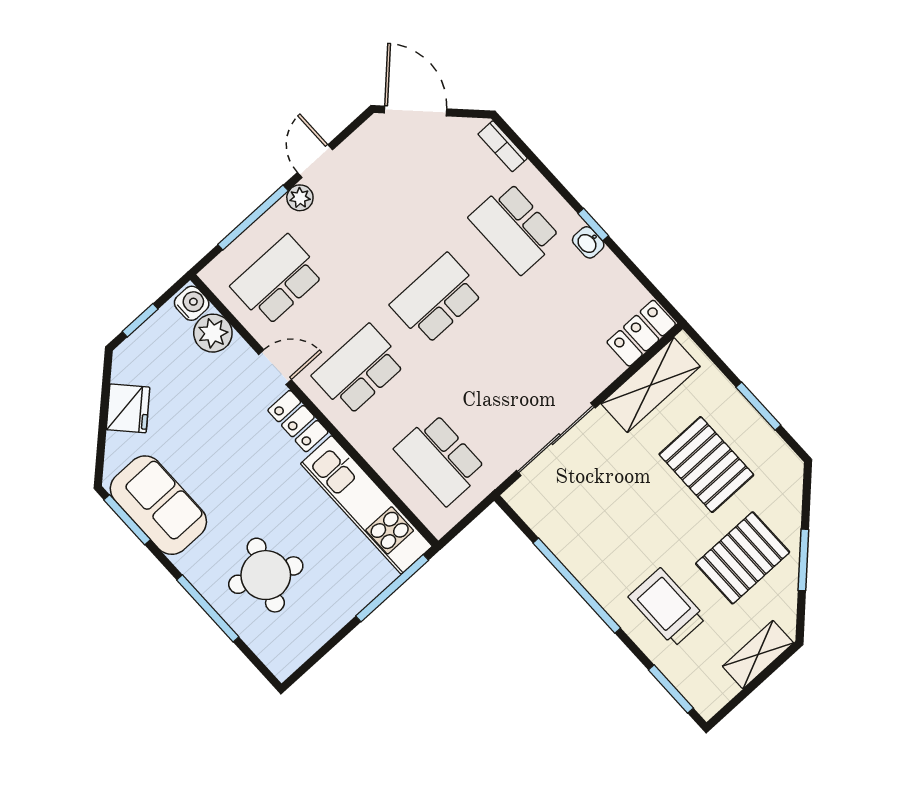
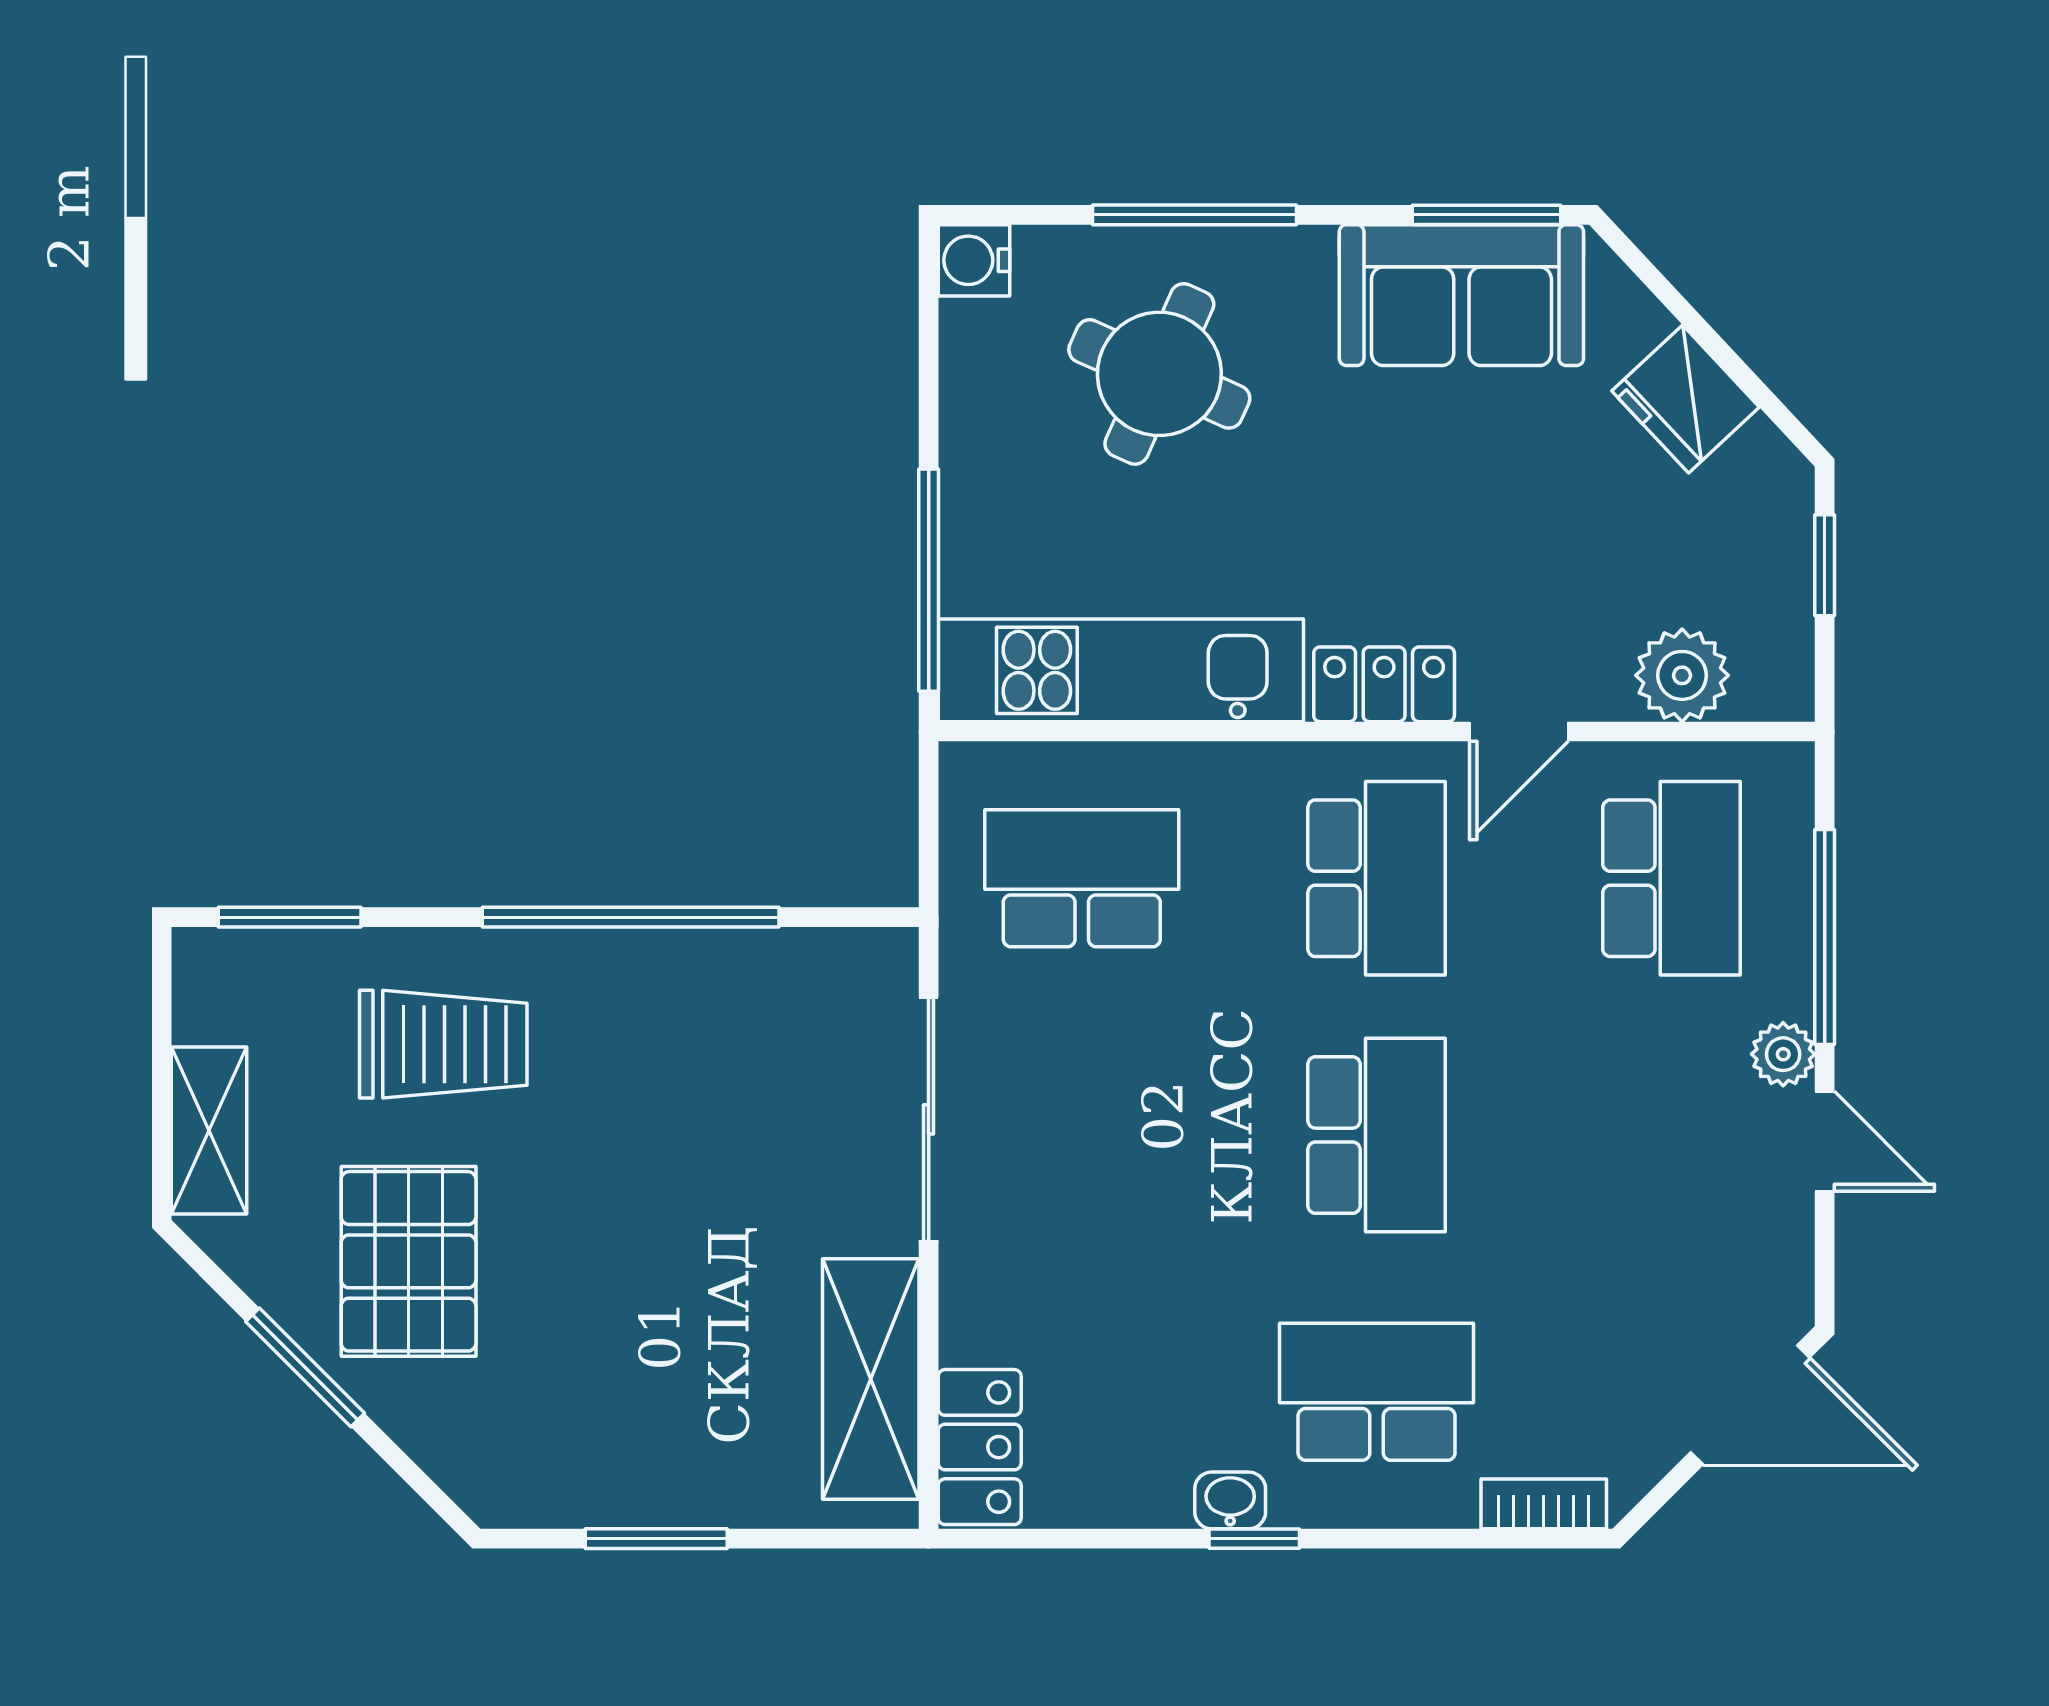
water cooler: (192, 303) -> (974, 260), moved, turned 90
pallet: (706, 465) -> (636, 1349), removed

